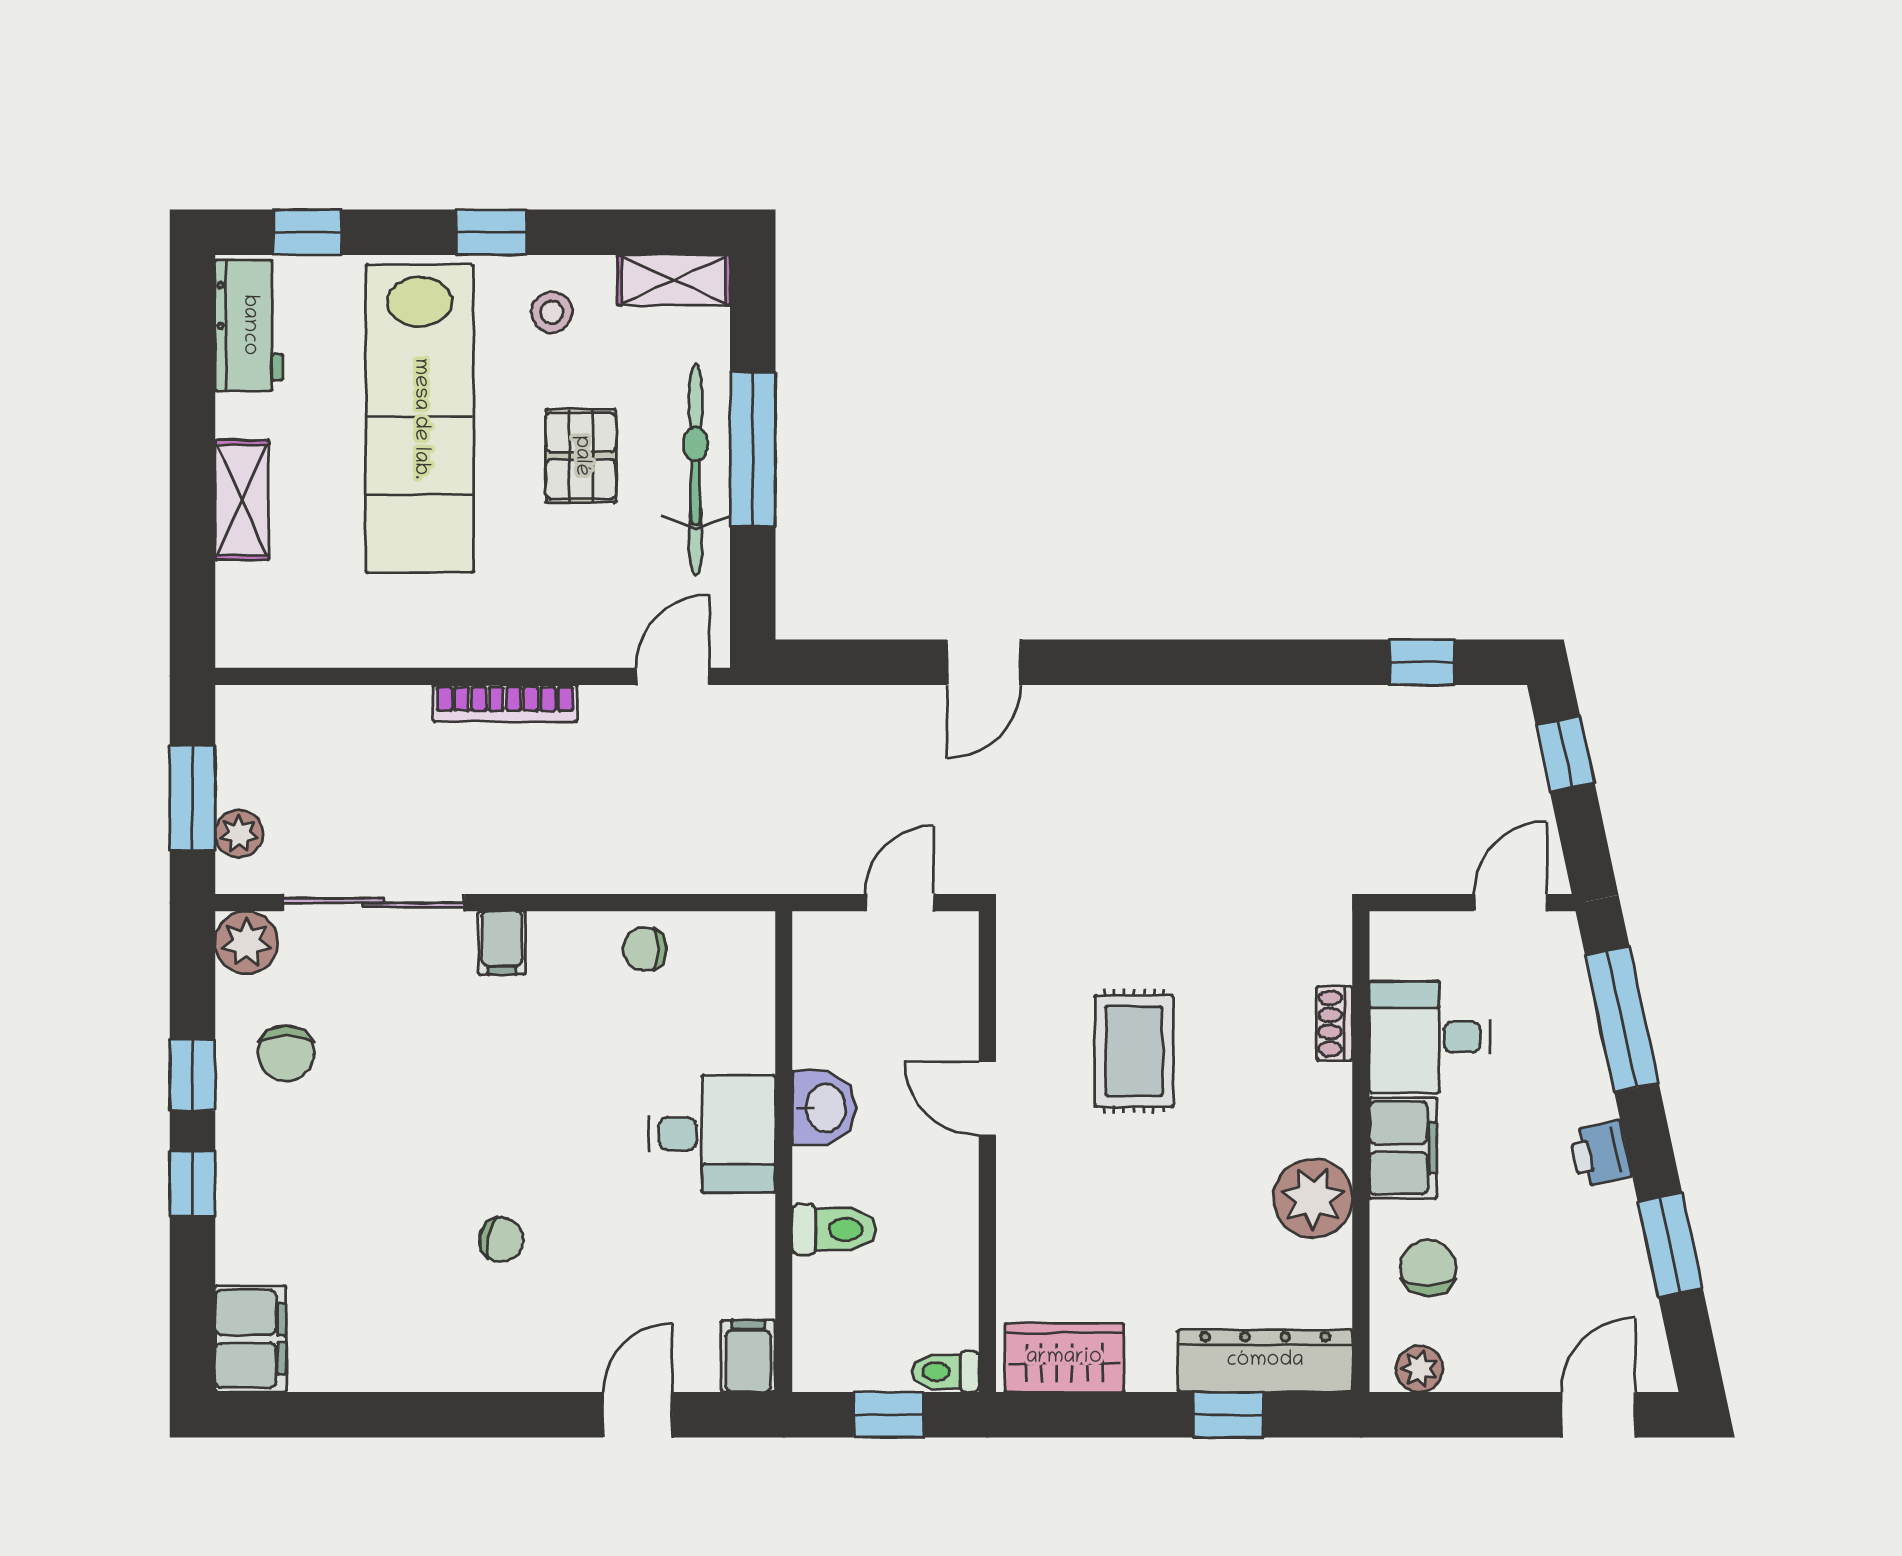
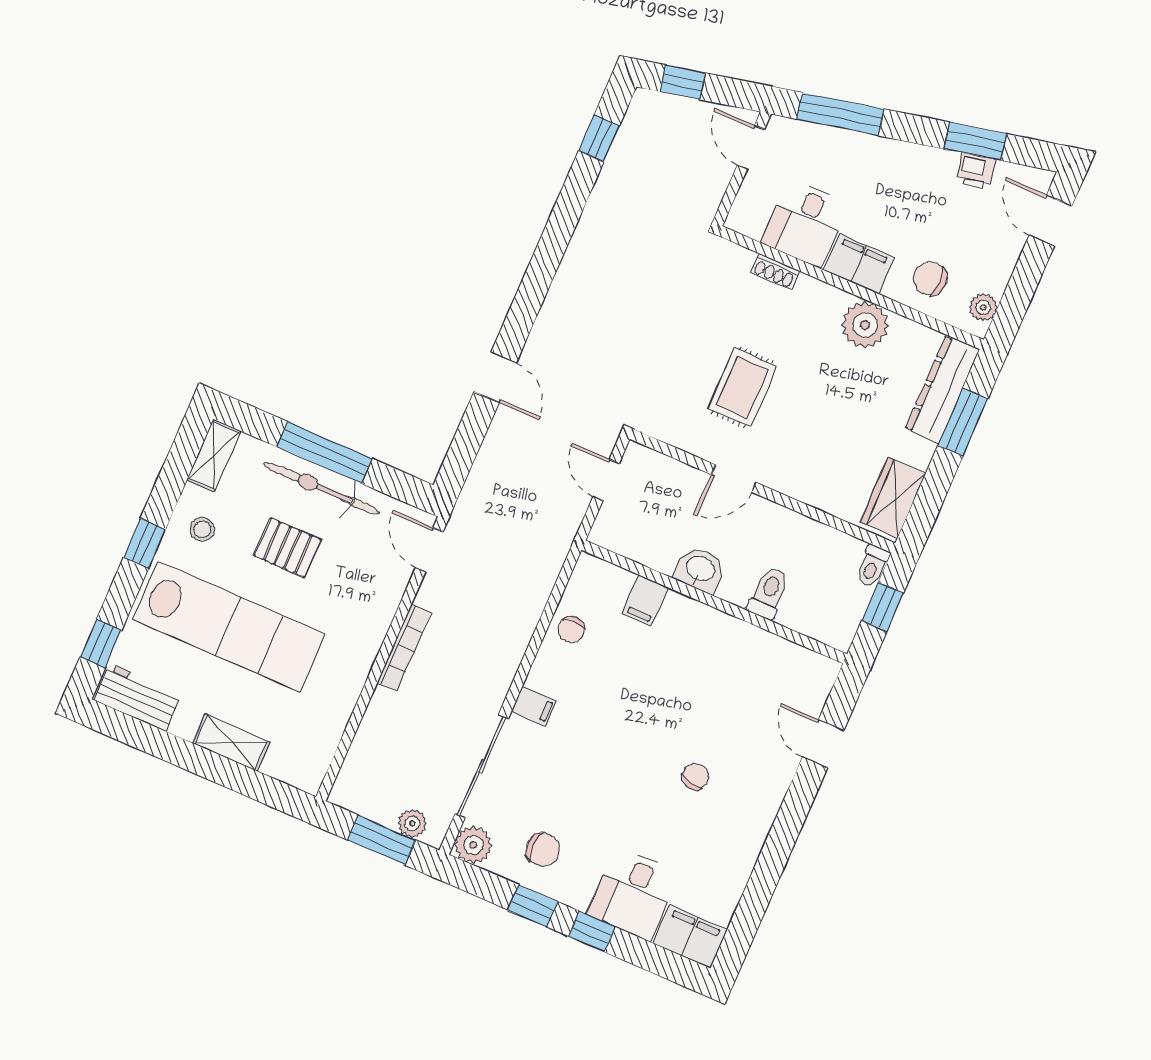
rug: (1134, 1051) -> (742, 387), turned 90
desk: (712, 1134) -> (633, 894), moved, turned 180
printer: (1601, 1153) -> (976, 171), moved
filing cabinet: (748, 1356) -> (645, 601), moved, turned -90
window: (1228, 1415) -> (963, 422), width x1.50

